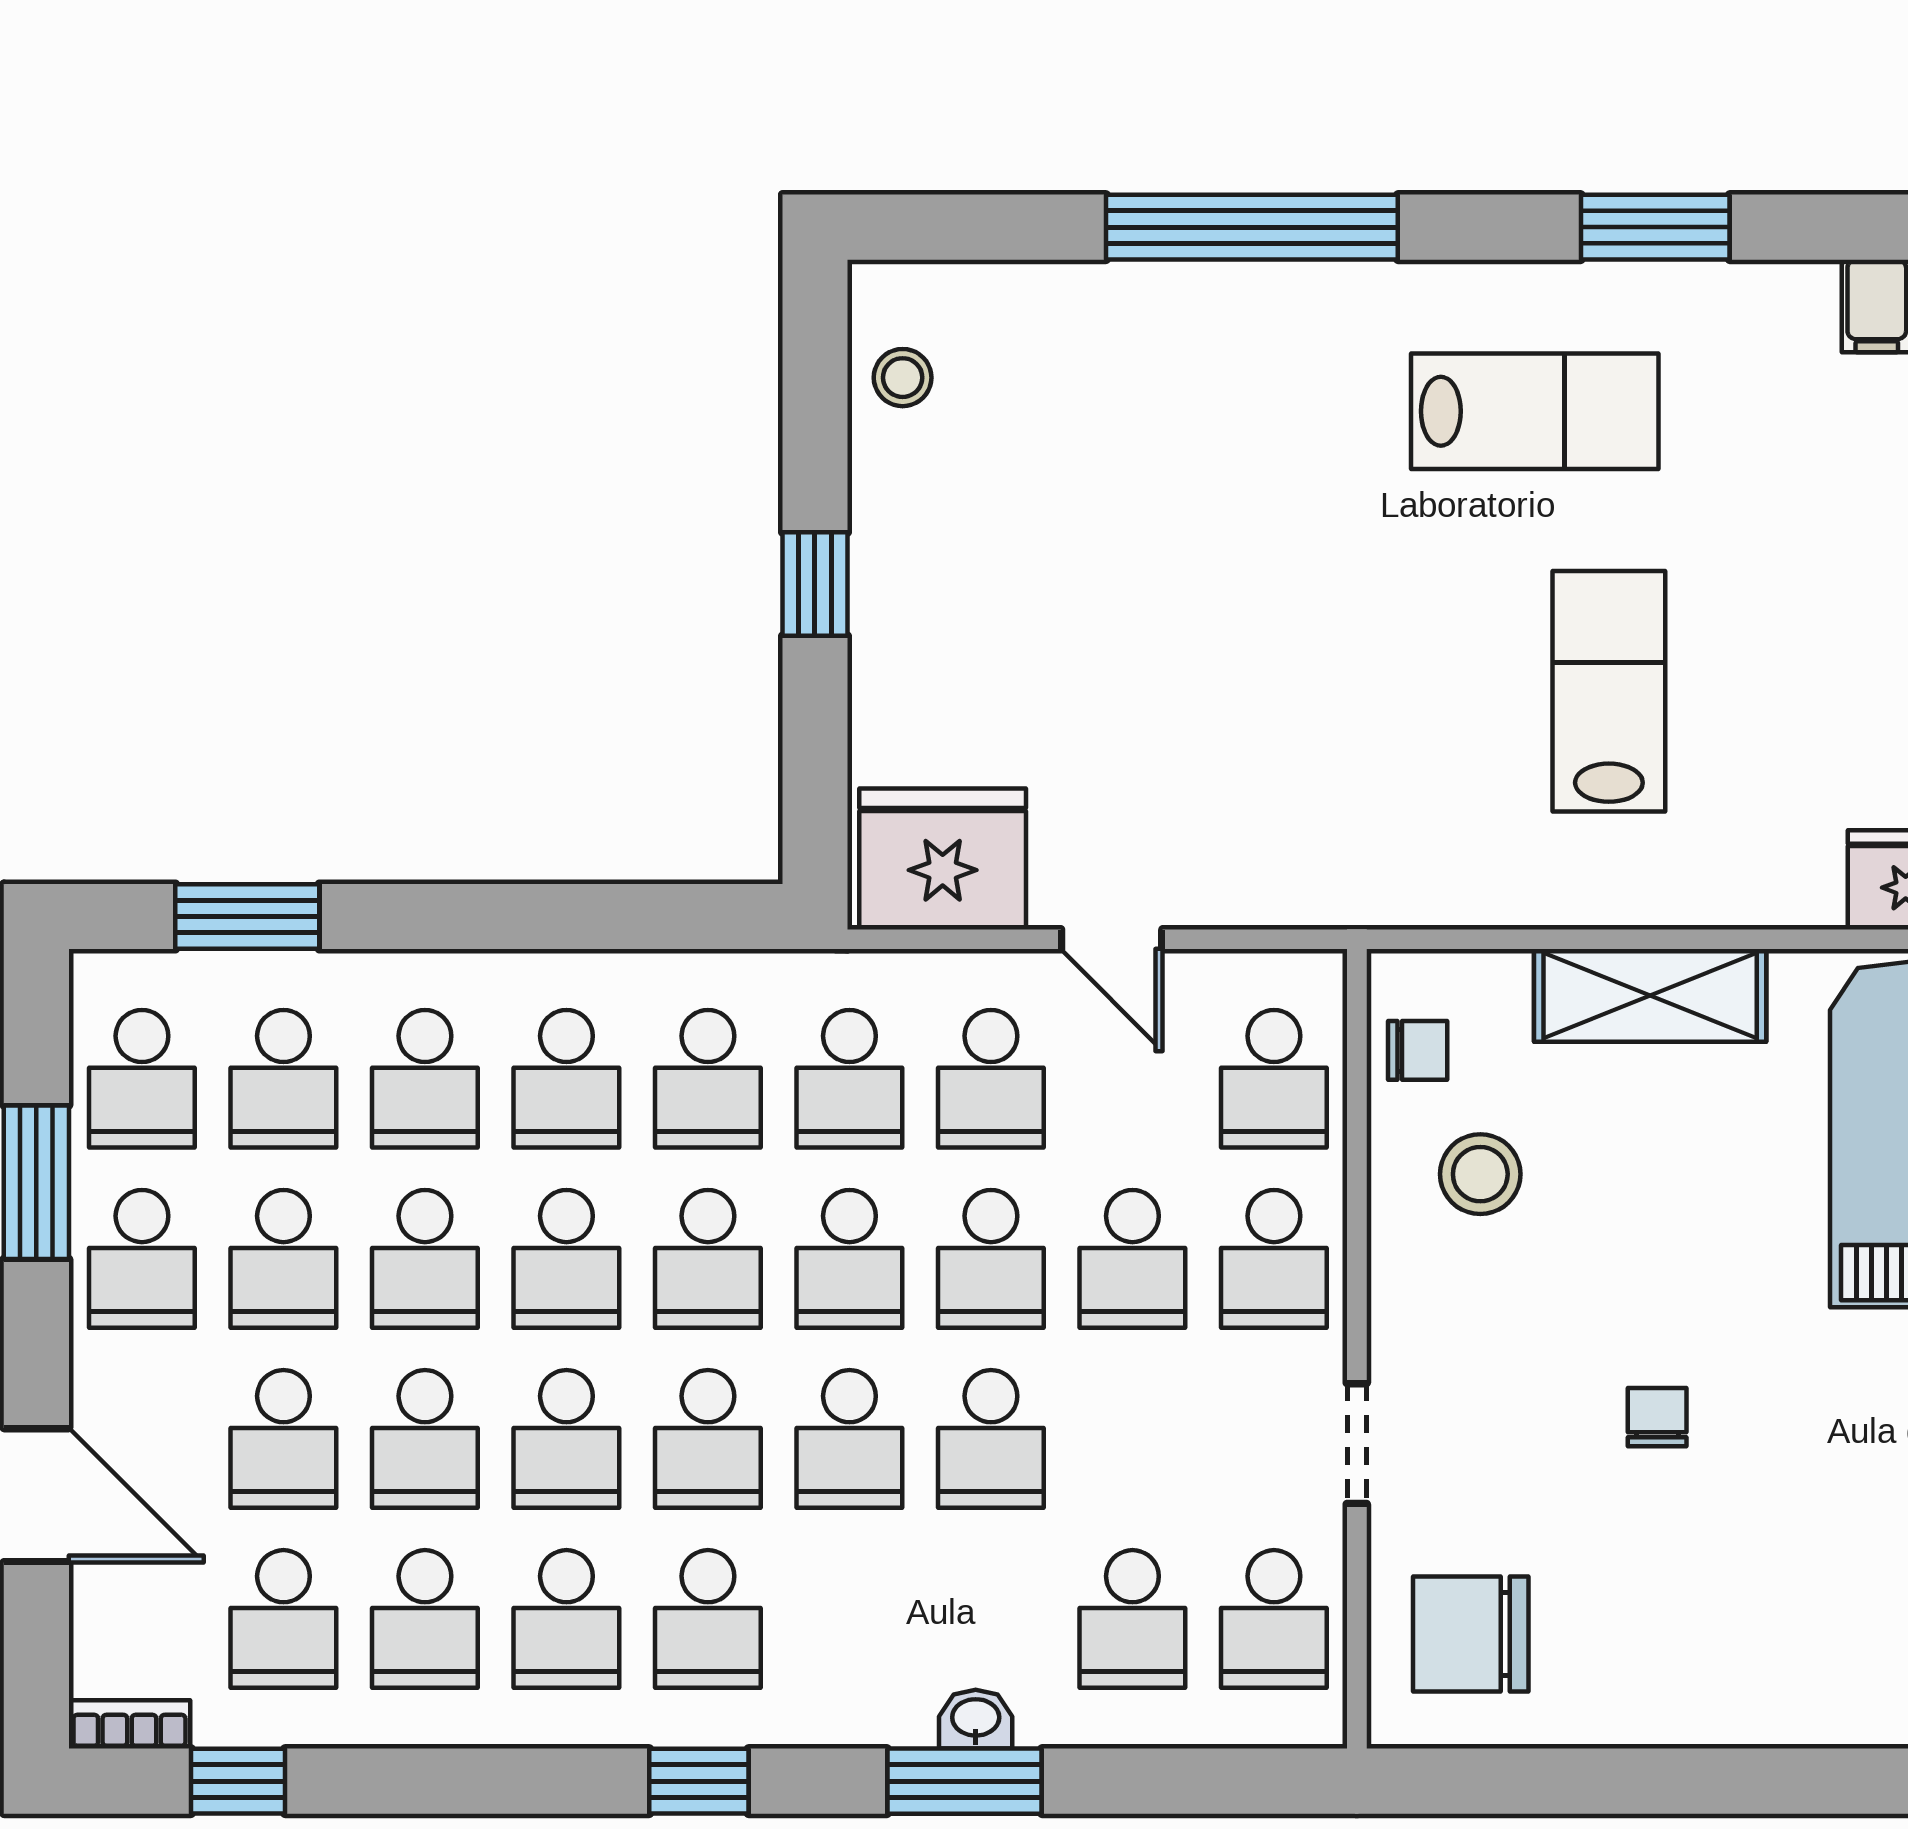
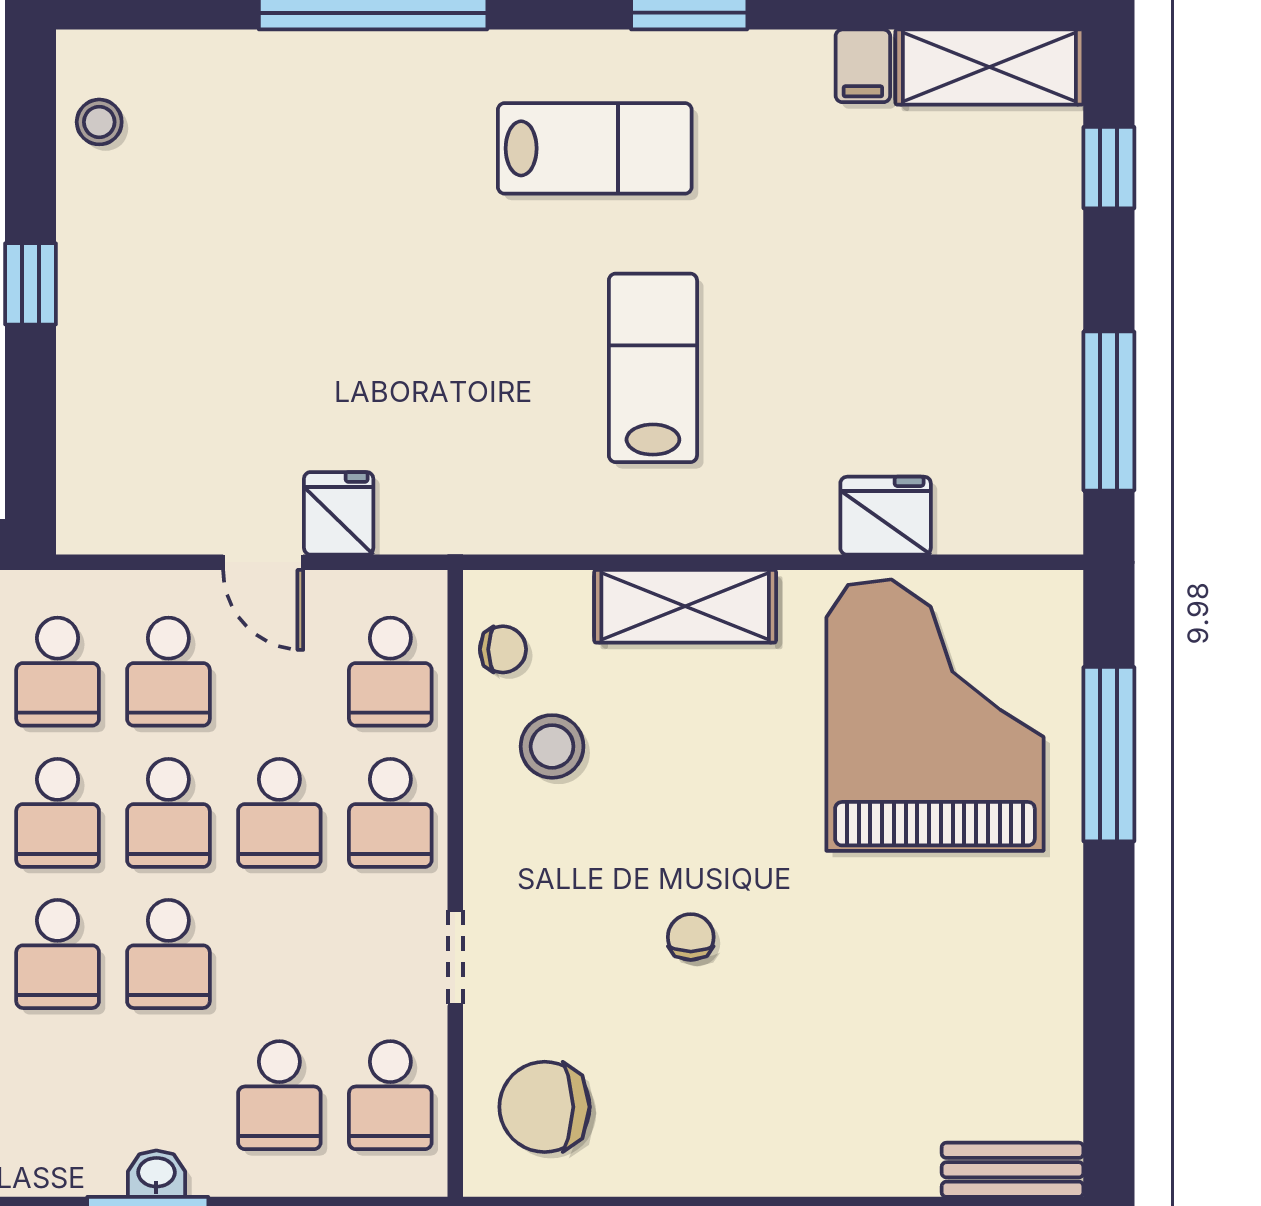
fridge: (943, 859) -> (339, 513), moved, width x0.53, depth x0.75

